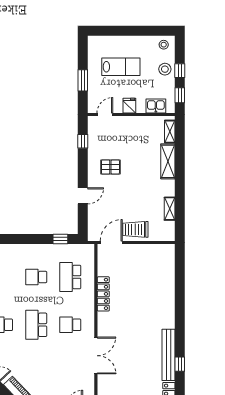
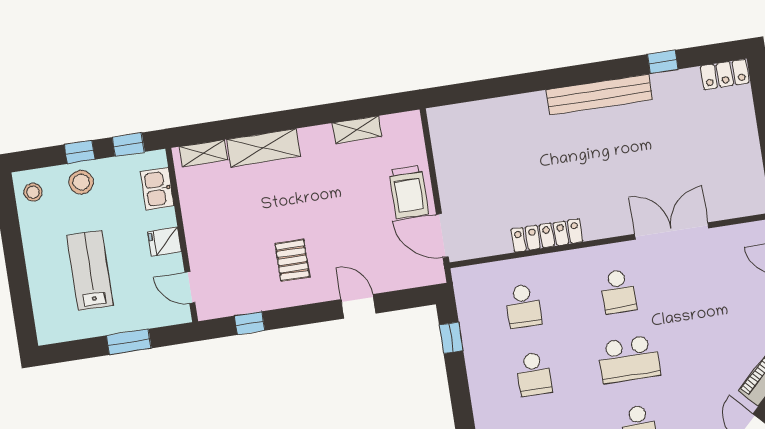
school desk: (70, 277) -> (523, 306), width x0.54
bench: (169, 355) -> (599, 95), moved

